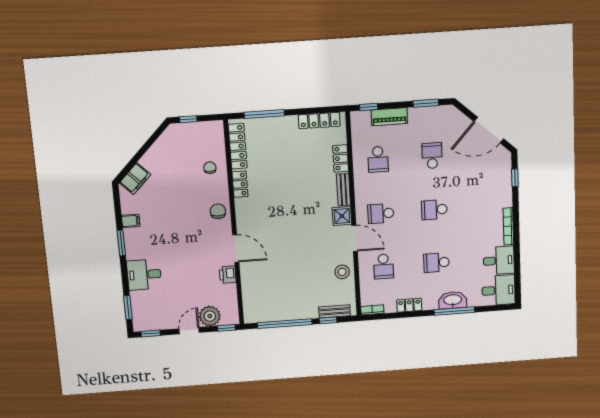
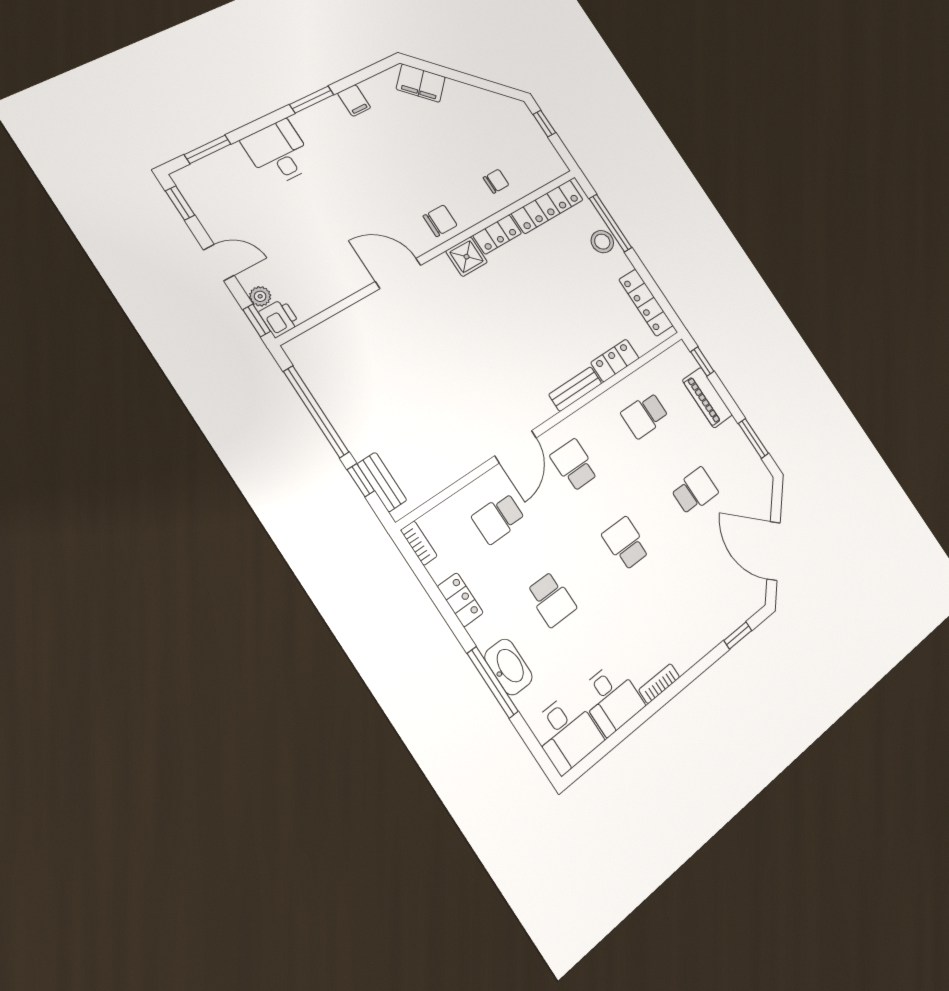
shower: (342, 216) -> (467, 257), moved
bookcase: (508, 226) -> (659, 684), width x0.64
door: (236, 248) -> (398, 273), swing flipped
school desk: (436, 263) -> (552, 599), turned 180
stool: (342, 272) -> (602, 242), moved
printer: (228, 275) -> (279, 318), moved, turned 90
plant: (210, 316) -> (260, 296), width x0.53, depth x0.53

